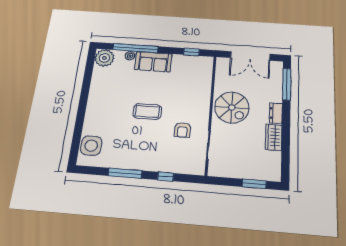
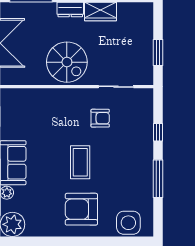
spiral stairs: (232, 108) -> (67, 62), turned 90
armchair: (108, 109) -> (81, 209), added
window: (254, 184) -> (158, 52), moved

